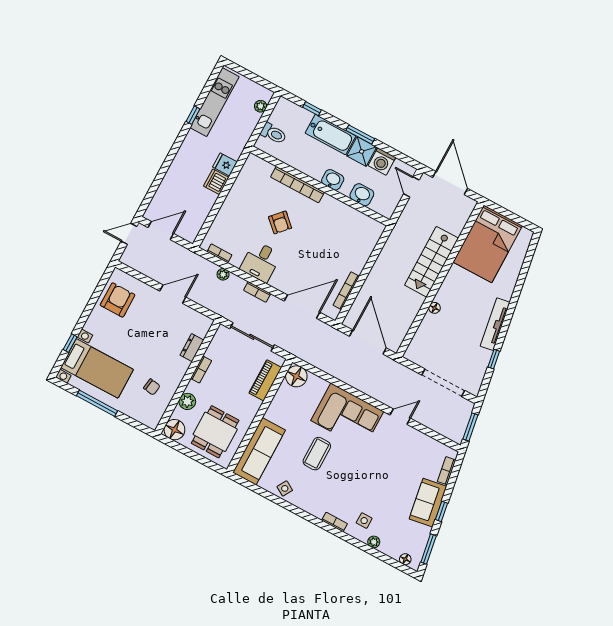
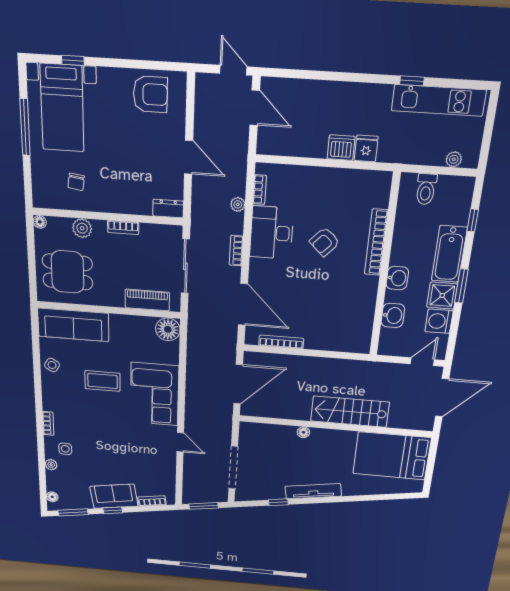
desk: (261, 262) -> (272, 233), width x1.37
dresser: (192, 348) -> (168, 209), moved
floor lamp: (174, 430) -> (40, 222), width x0.53, depth x0.53

